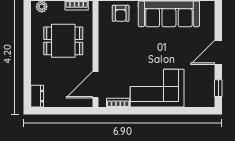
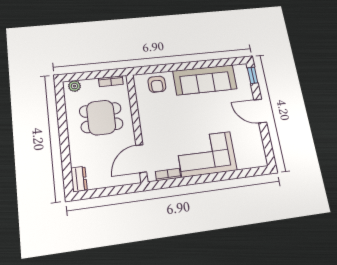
door: (218, 52) -> (260, 111), hinge flipped
window: (218, 88) -> (253, 75), moved

